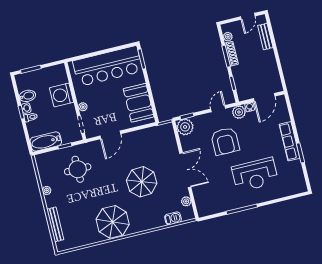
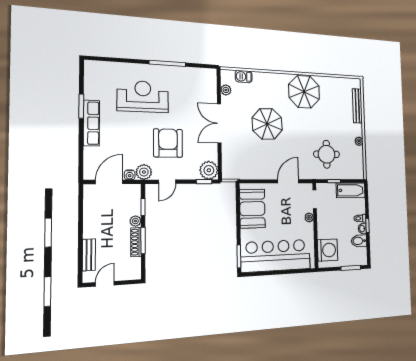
plant: (228, 37) -> (135, 221), moved
washing machine: (62, 95) -> (328, 250), moved

